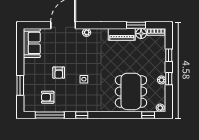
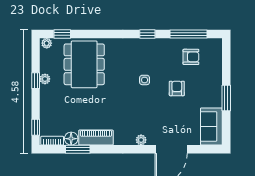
window: (169, 55) -> (36, 127), moved
window: (20, 85) -> (226, 98), moved

